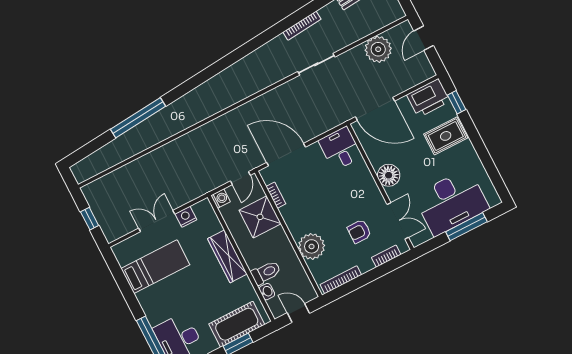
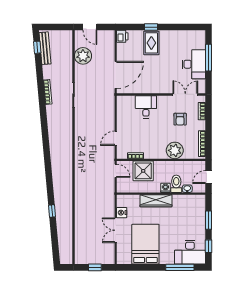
printer: (428, 98) -> (122, 36), width x0.53, depth x0.68
window: (457, 102) -> (151, 27), moved
window: (138, 118) -> (52, 211), width x0.32
desk: (340, 149) -> (146, 107), moved, turned 90
door: (286, 155) -> (116, 138), width x0.53
floor lamp: (389, 175) -> (157, 86), removed
washing machine: (220, 199) -> (165, 188), moved
desk: (451, 202) -> (194, 64), width x0.73, depth x0.77
bed: (155, 267) -> (145, 244), width x1.50
cot: (237, 324) -> (197, 215), removed

